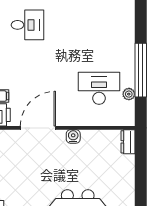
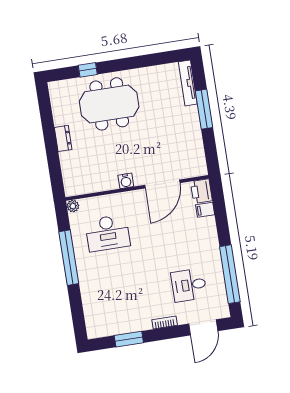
plant: (129, 94) -> (73, 206), moved
dresser: (128, 142) -> (63, 138), moved

